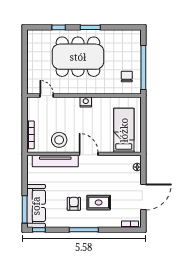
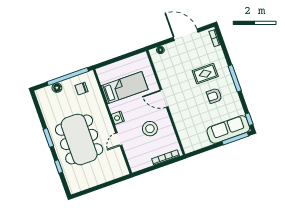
floor lamp: (136, 53) -> (57, 88), added
door: (47, 95) -> (119, 139), moved
bed: (124, 130) -> (125, 88), moved, turned 180
stool: (59, 140) -> (150, 129), moved
door: (89, 154) -> (164, 98), hinge flipped
tv unit: (55, 161) -> (181, 126), removed
rug: (99, 203) -> (205, 74), turned 90

